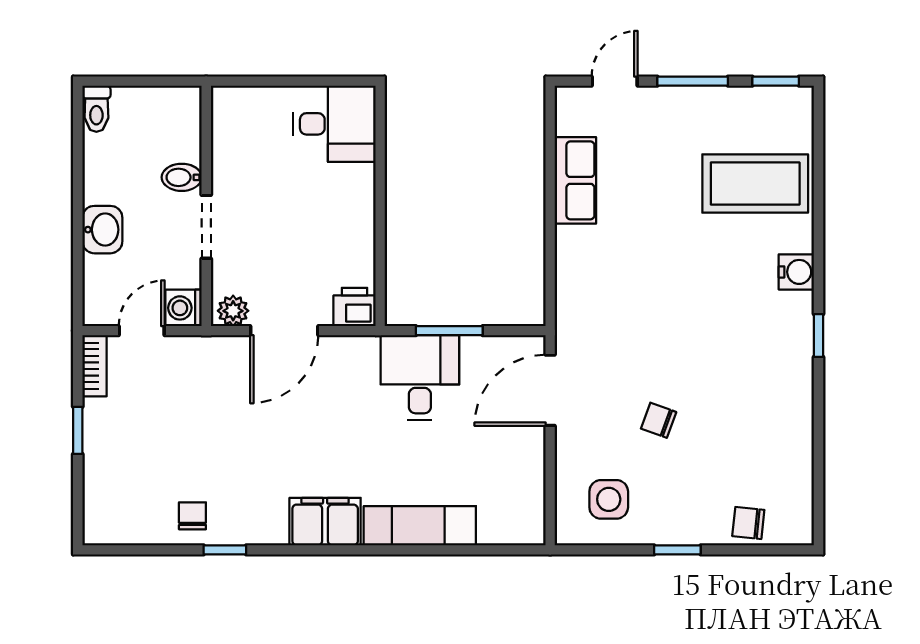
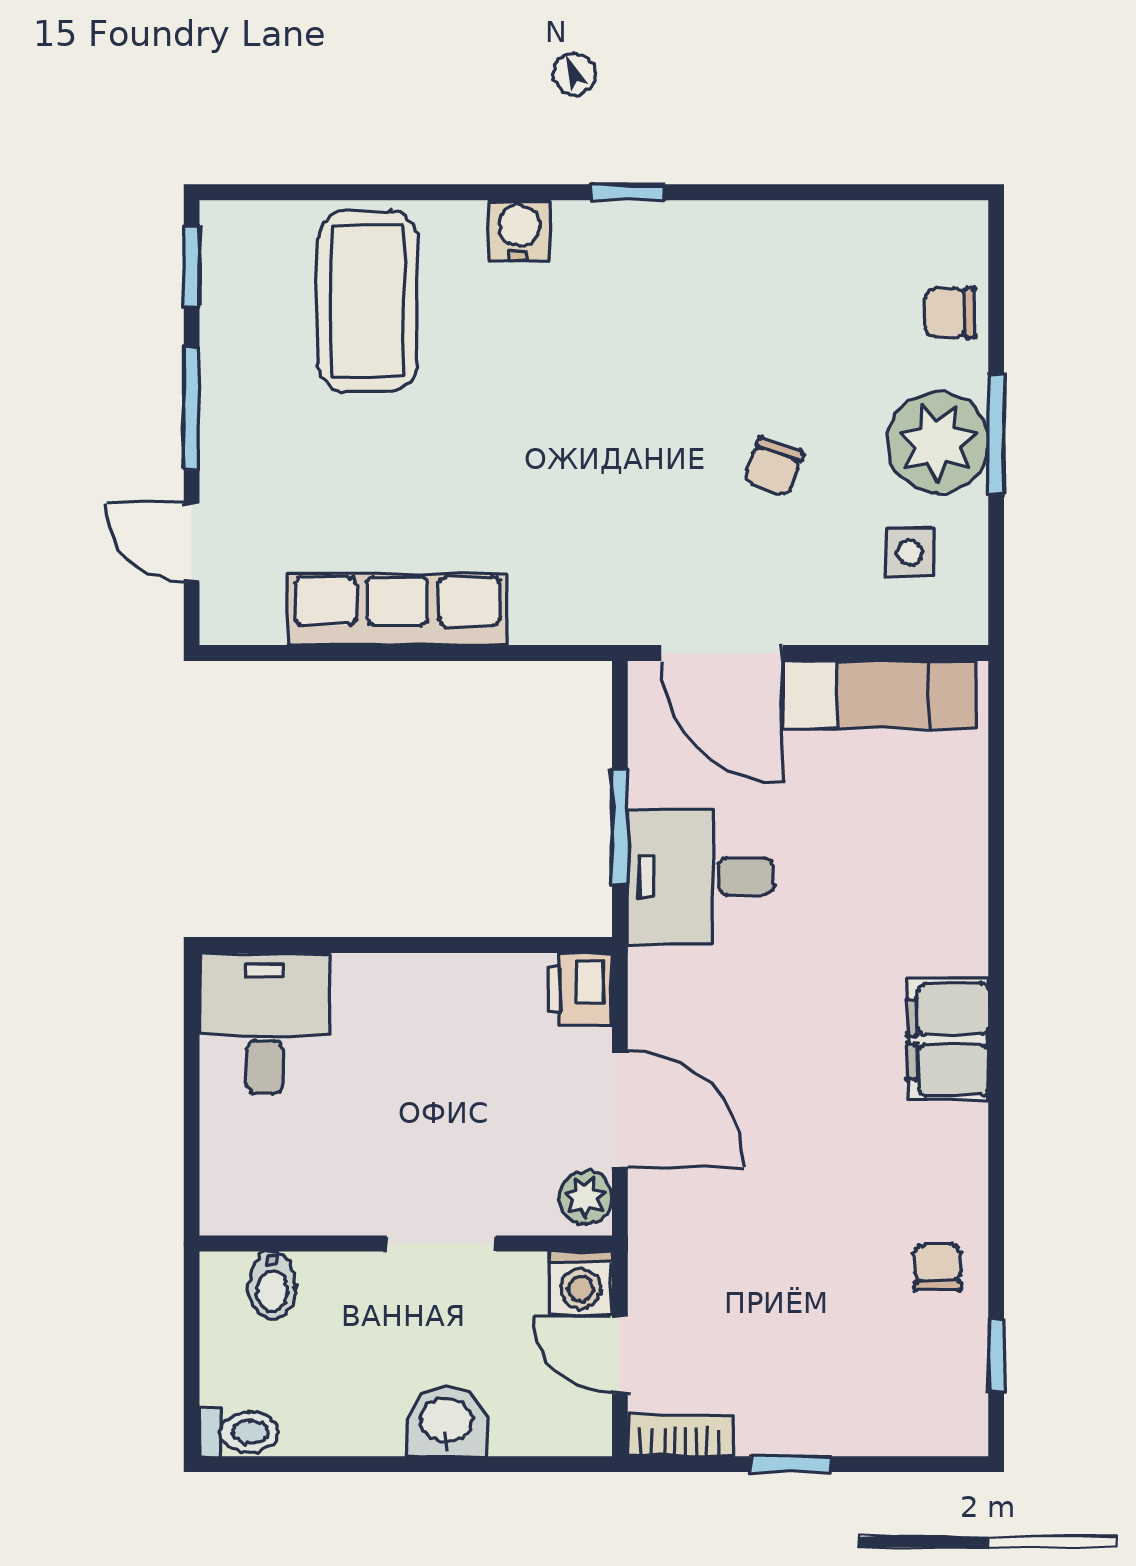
bidet: (182, 177) -> (272, 1286), moved
row of seats: (575, 180) -> (397, 610), width x1.48
side table: (609, 499) -> (910, 553), width x0.73, depth x0.73
chair: (192, 516) -> (938, 1267), turned 90
plant: (673, 516) -> (938, 442), added
chair: (748, 523) -> (950, 313), turned 84
exam couch: (420, 526) -> (880, 695), moved, turned -90
window: (225, 550) -> (996, 1355), moved
window: (677, 550) -> (996, 435), width x1.50

